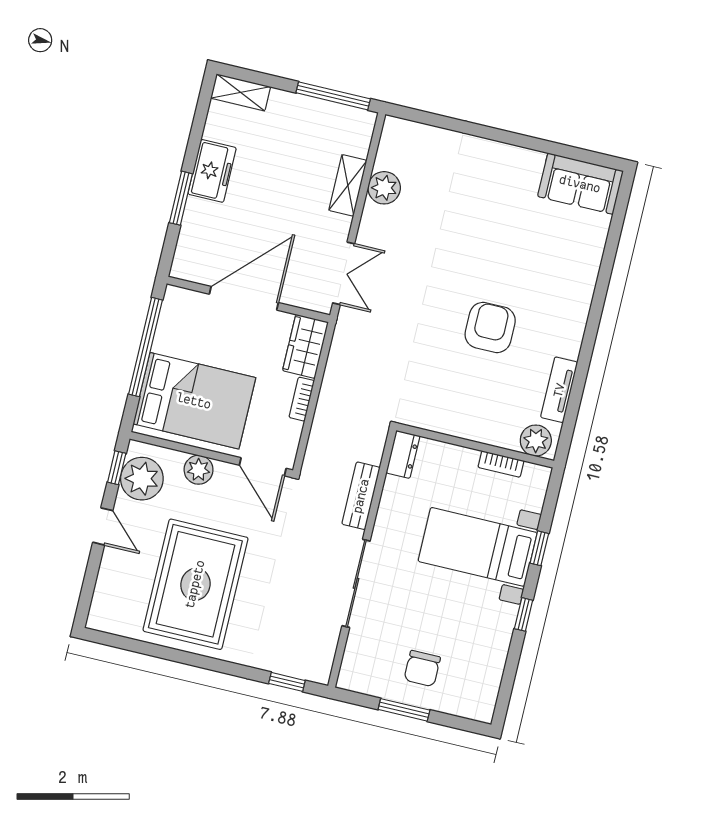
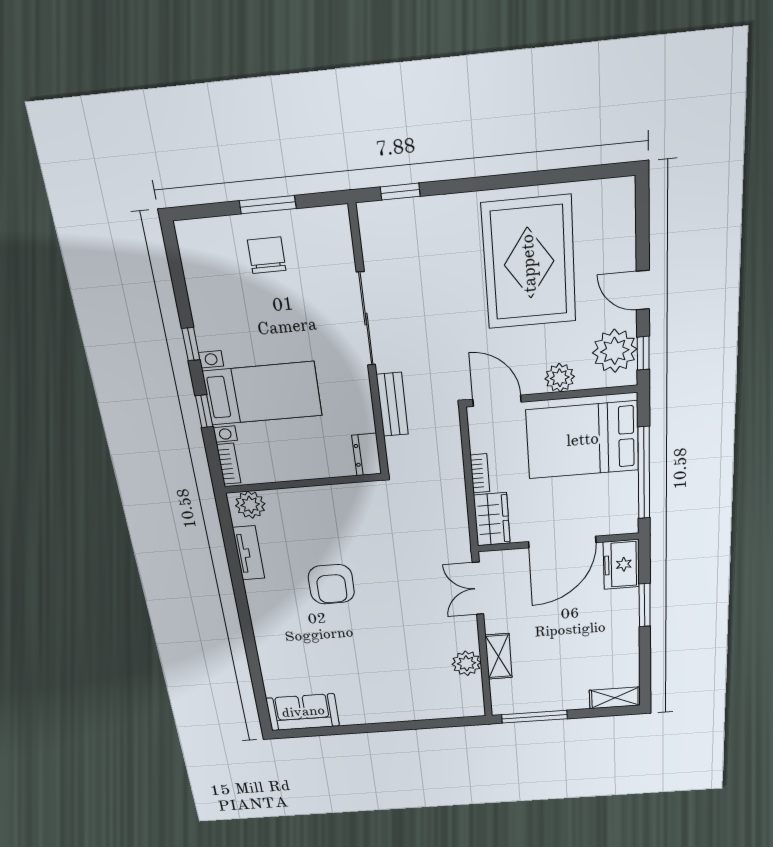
freezer: (212, 171) -> (621, 564), moved
bookcase: (501, 464) -> (229, 464), moved, turned 90

